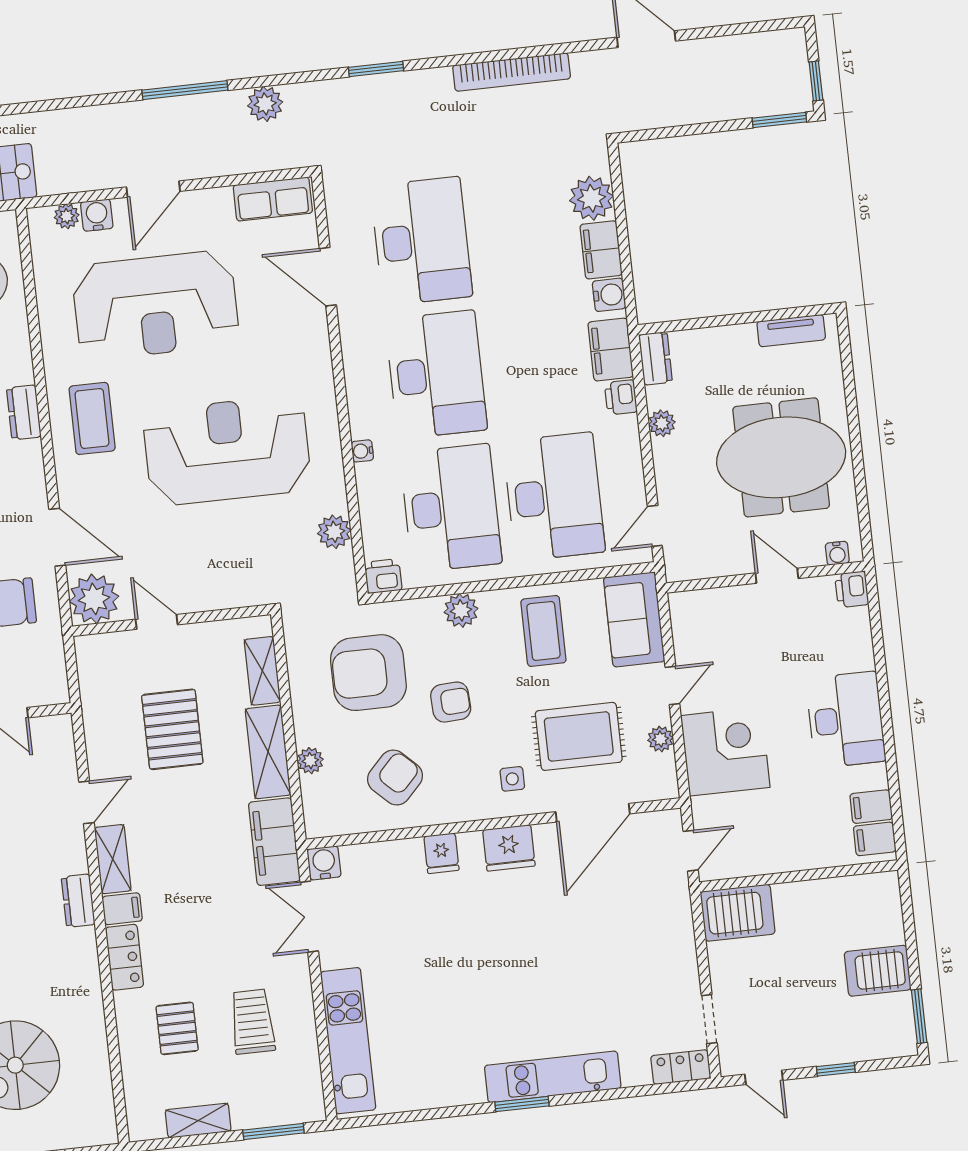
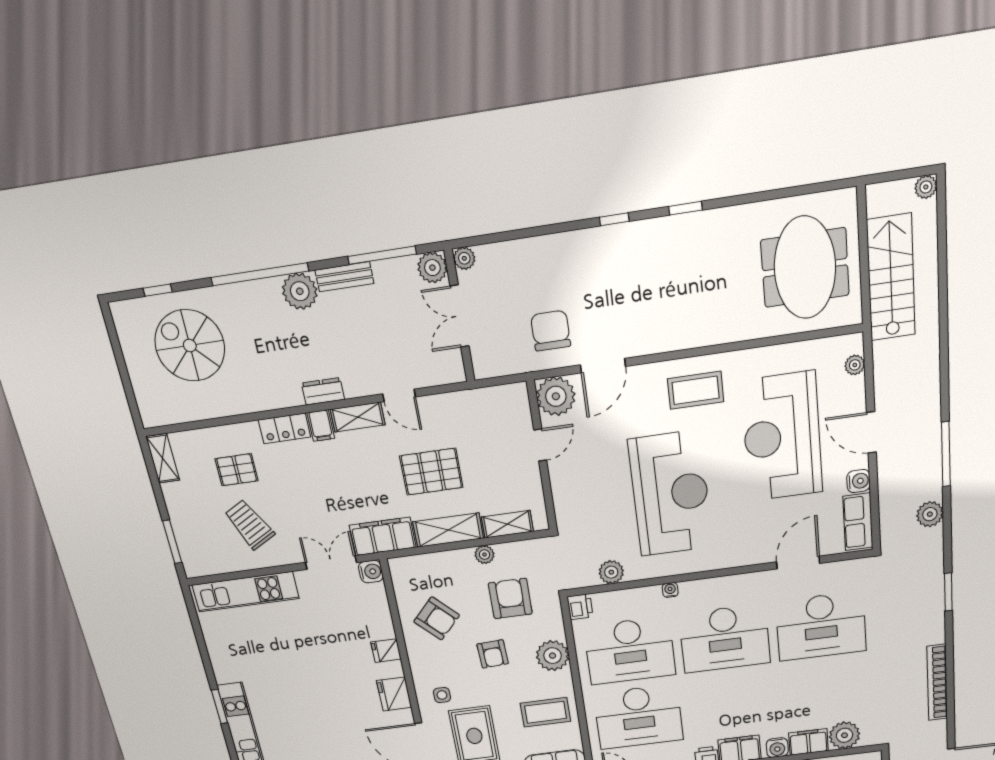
water cooler: (97, 215) -> (859, 481), moved
dresser: (24, 412) -> (701, 335), removed
plant: (461, 610) -> (553, 656), width x1.36, depth x1.36
armchair: (368, 673) -> (510, 598), width x0.73, depth x0.73
pallet: (172, 729) -> (431, 472), moved
plant: (310, 761) -> (484, 555), moved
trolley: (252, 1022) -> (250, 525), turned -118
shelving: (198, 1121) -> (163, 458), moved

